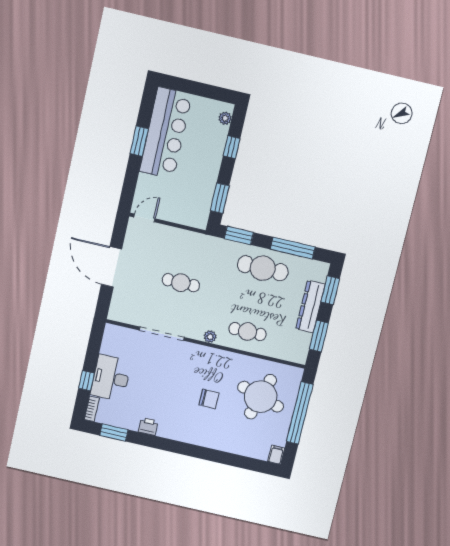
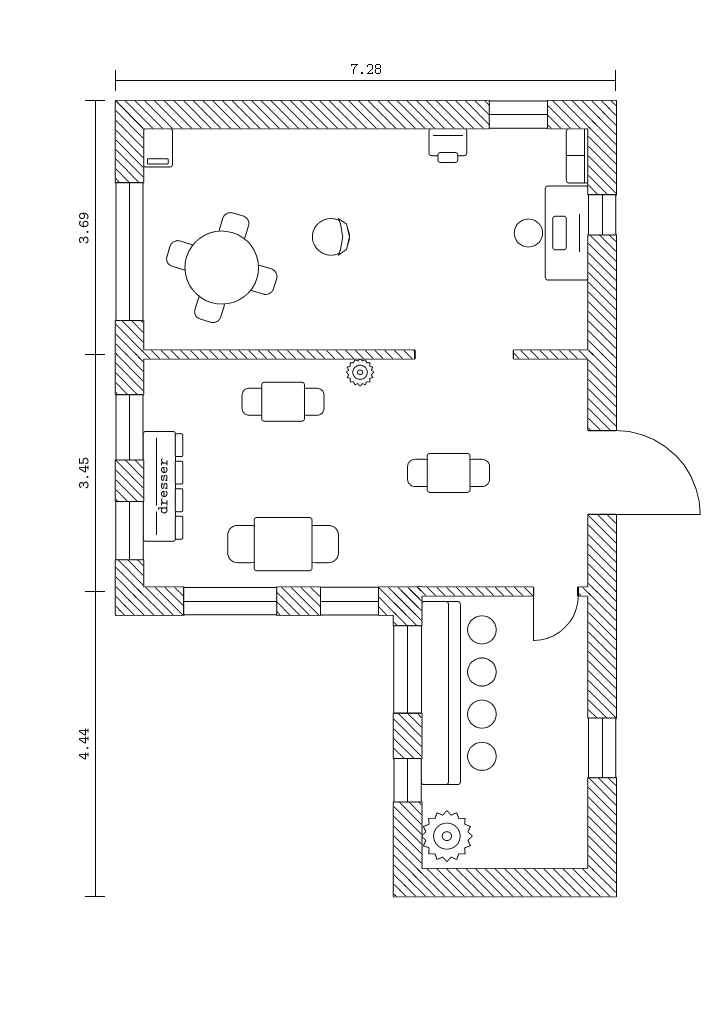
plant: (225, 118) -> (447, 836), width x1.87, depth x1.87
bar counter: (166, 133) -> (459, 693), moved, turned 180
window: (220, 198) -> (408, 669), width x1.44

